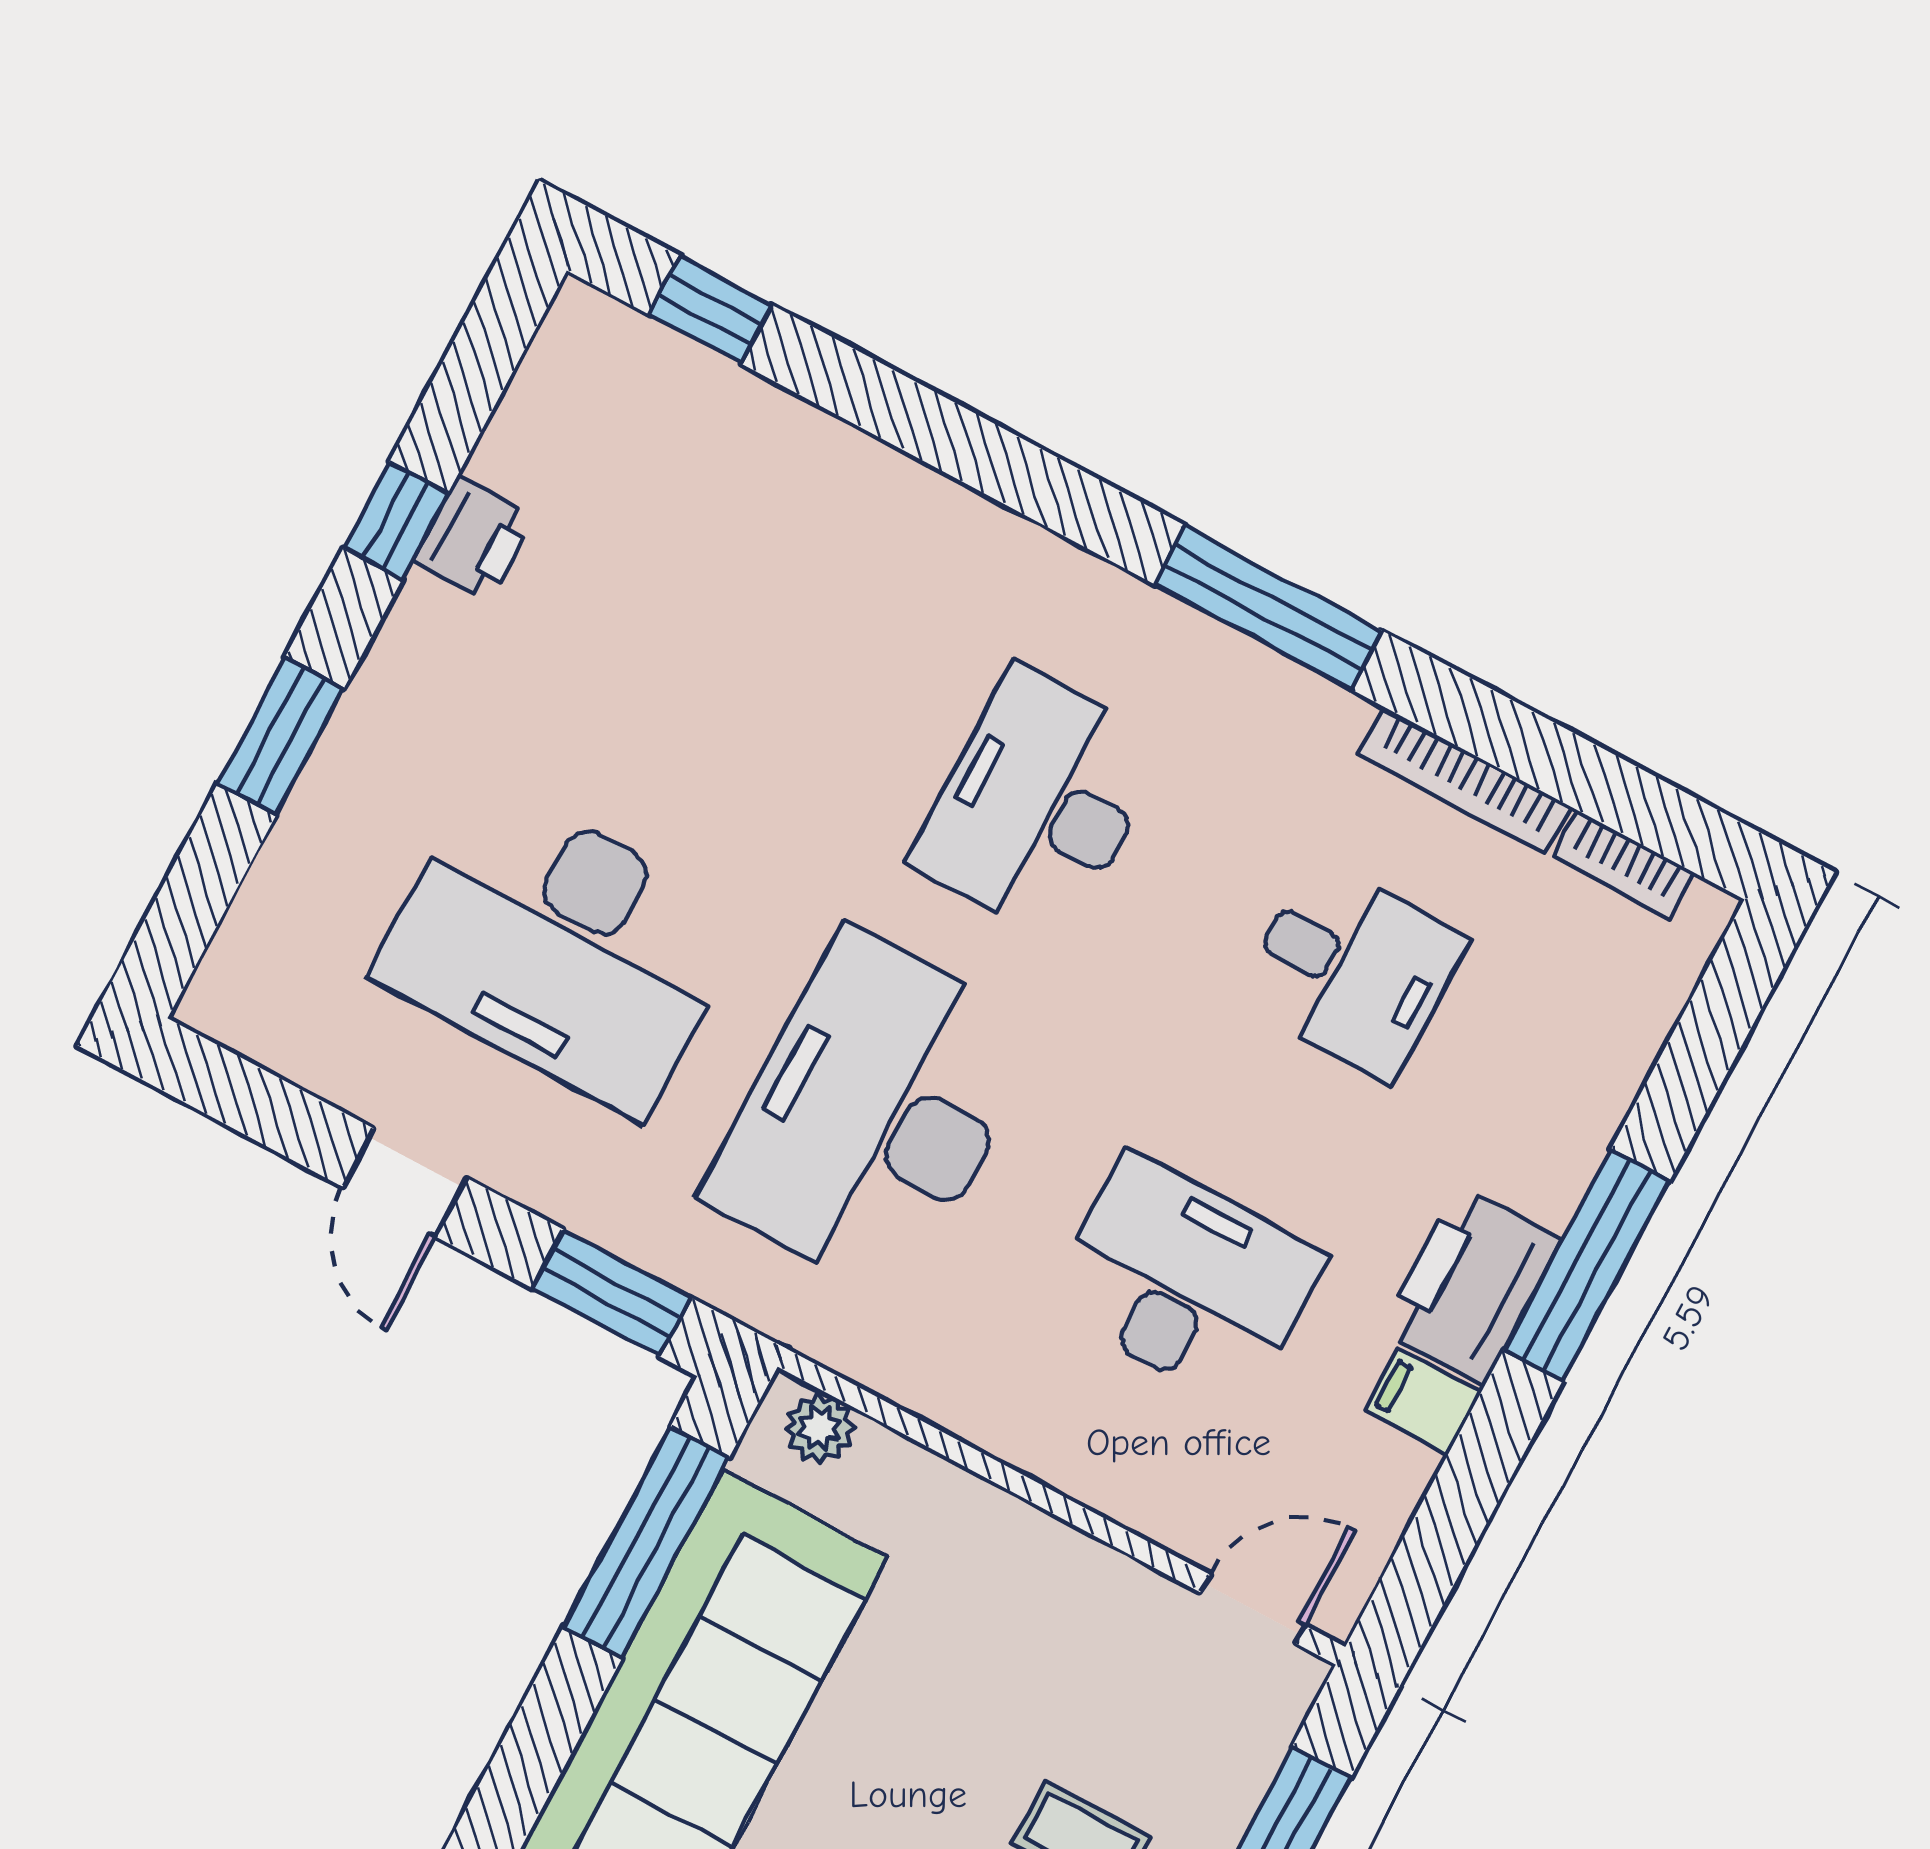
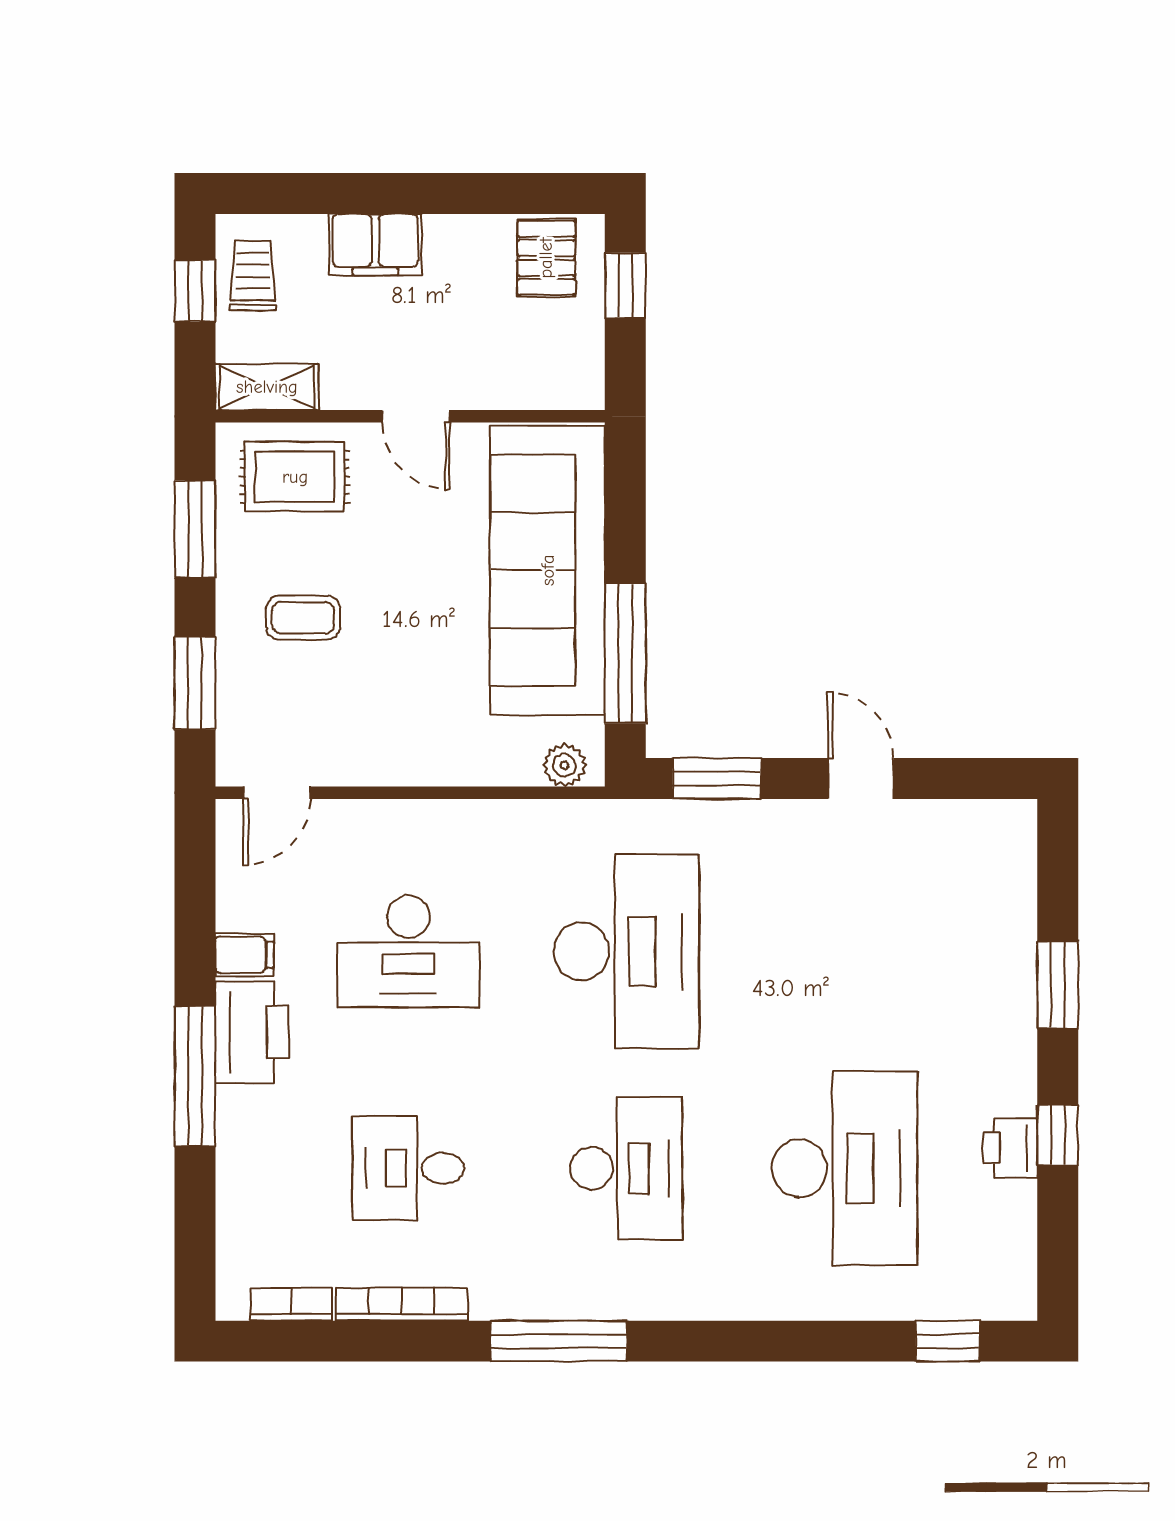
desk: (561, 947) -> (844, 1168), moved, turned 90

